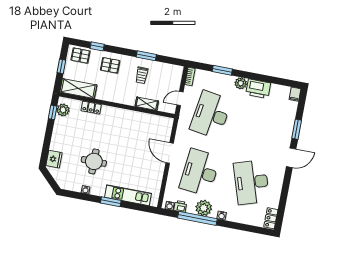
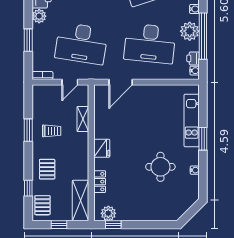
door: (180, 98) -> (70, 82), hinge flipped
door: (170, 153) -> (121, 82), moved
fridge: (54, 159) -> (102, 148), moved, turned 90

